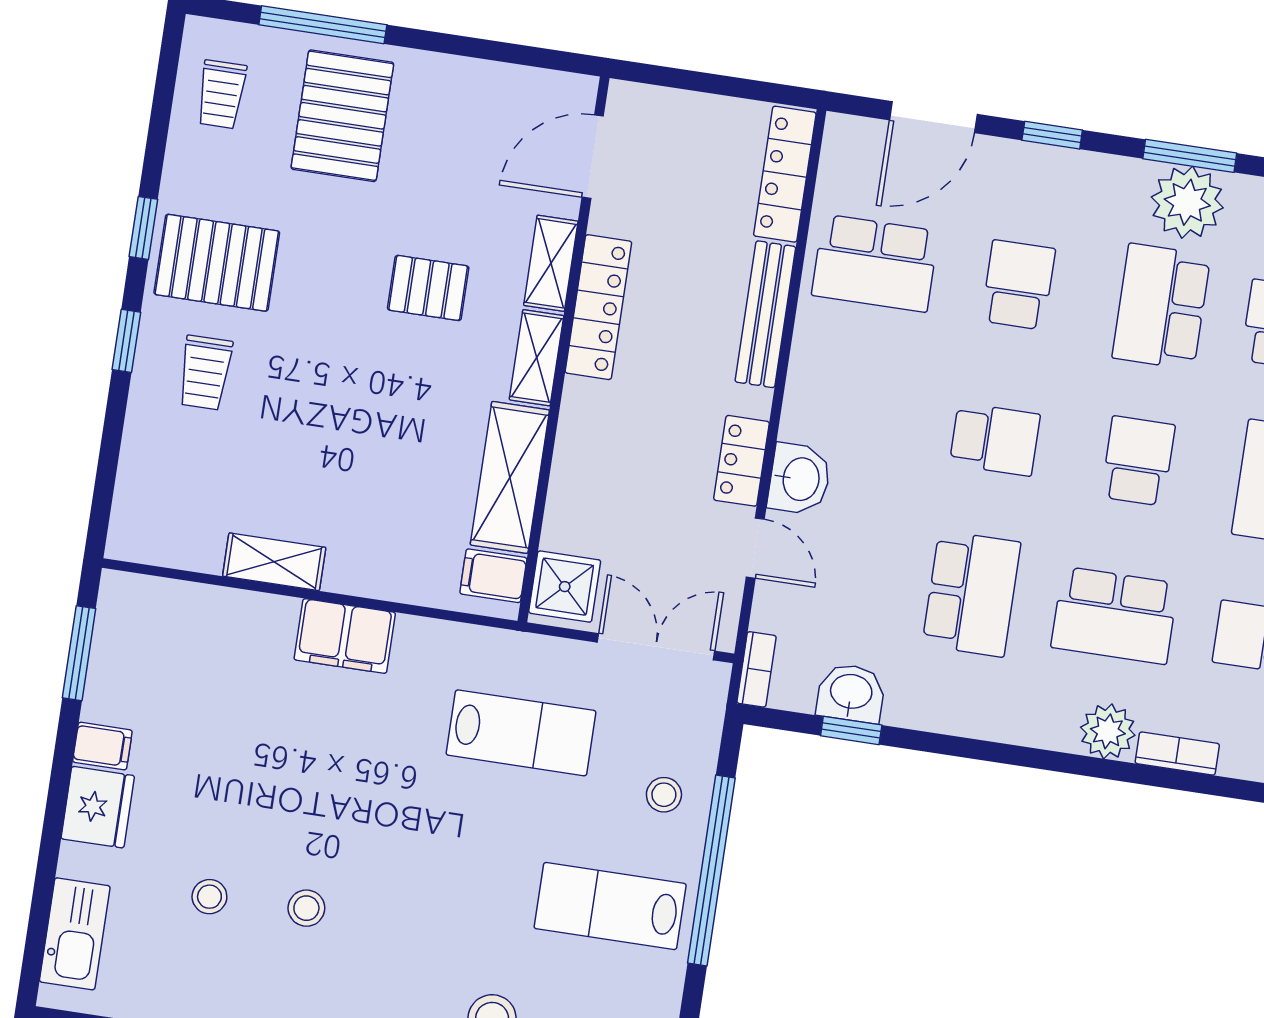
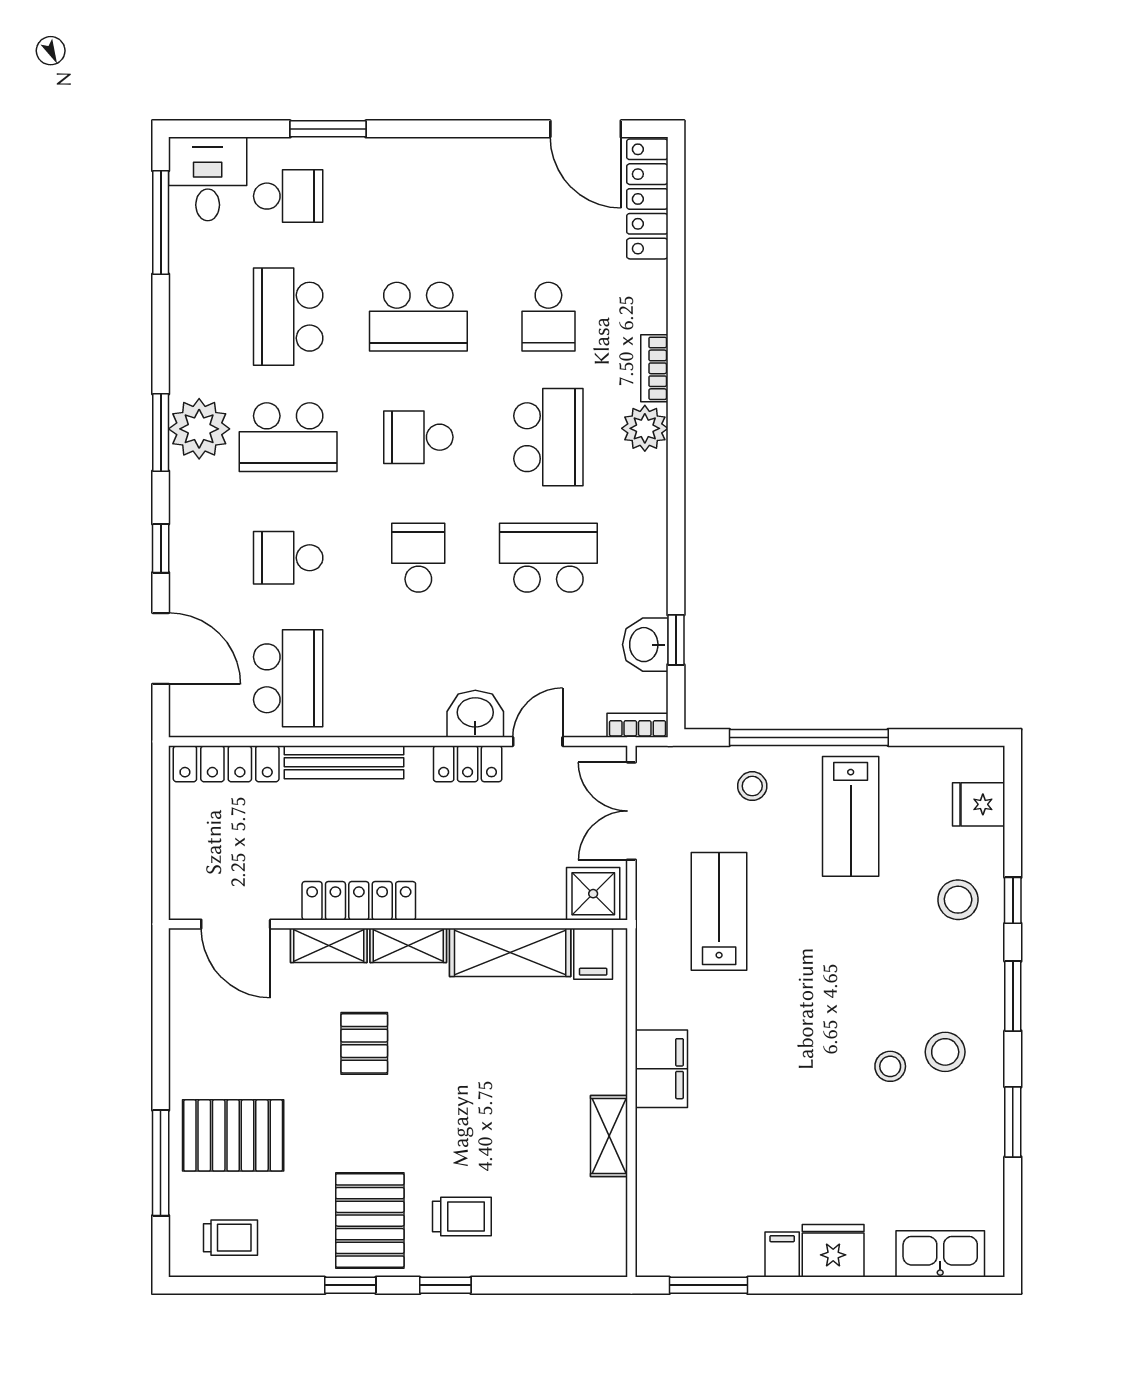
stool: (209, 897) -> (945, 1052), moved, width x1.37, depth x1.37

